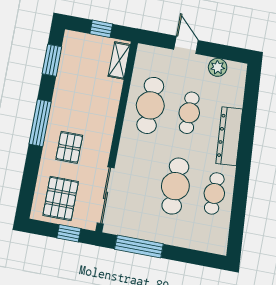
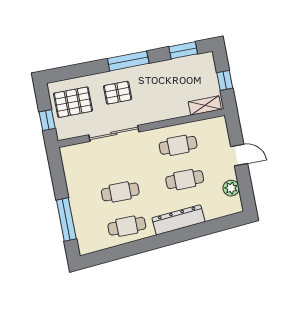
door: (186, 45) -> (239, 155), hinge flipped
cafe table: (150, 105) -> (178, 145), width x0.73, depth x0.74
cafe table: (175, 186) -> (120, 192), width x0.73, depth x0.74
sliding door: (106, 195) -> (114, 133), moved
window: (139, 247) -> (66, 219), moved

